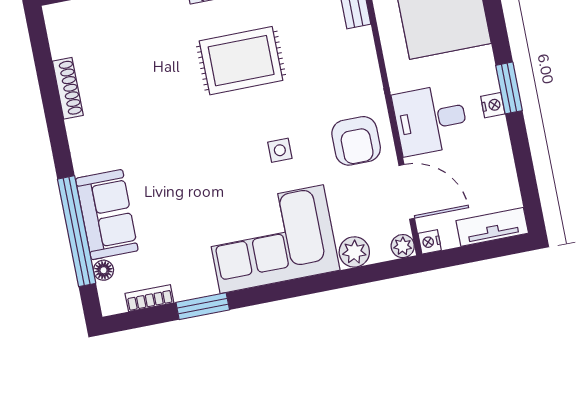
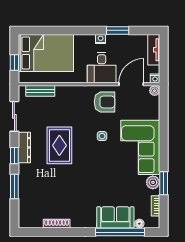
window: (509, 88) -> (118, 30), moved
plant: (354, 252) -> (153, 182), moved

